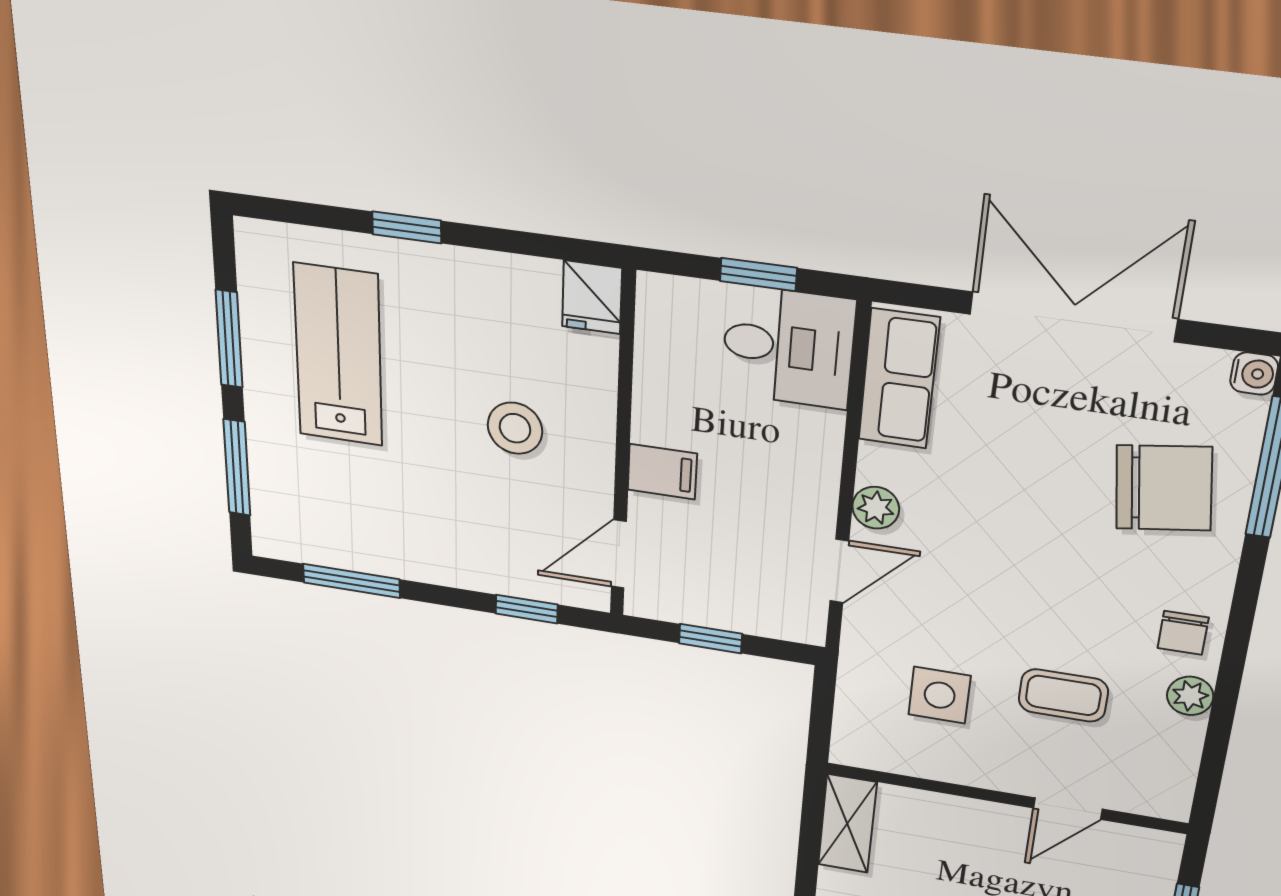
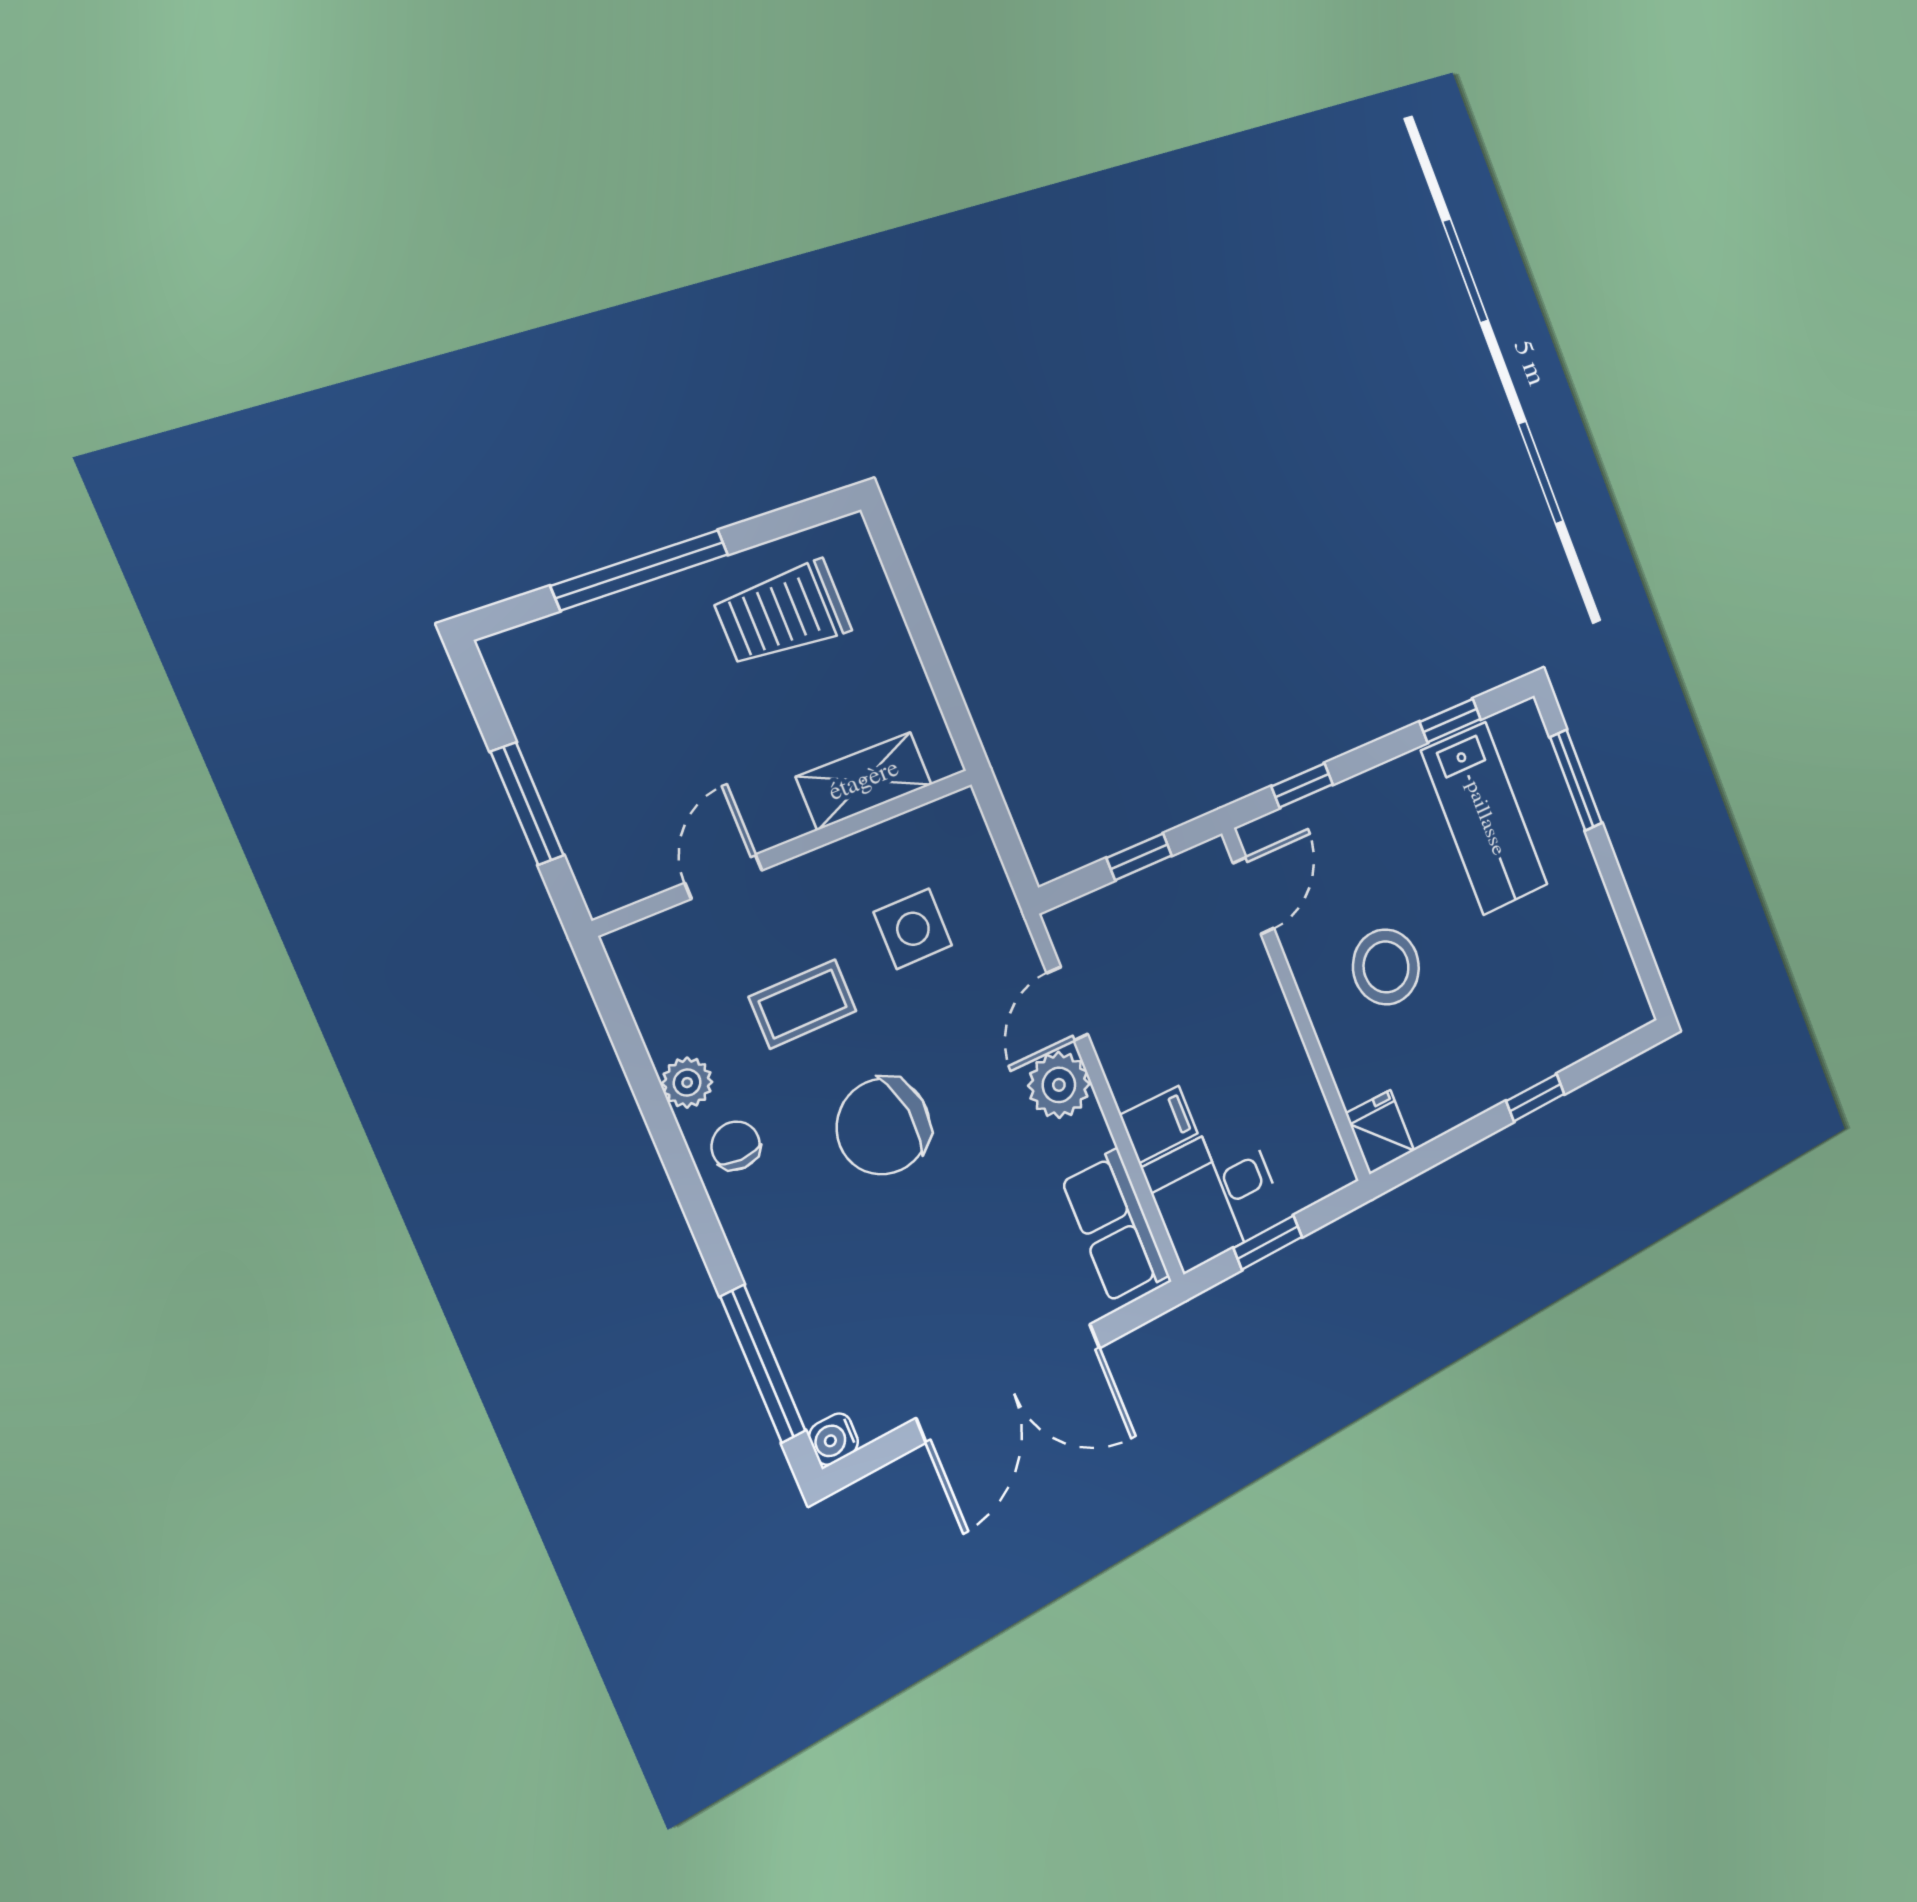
window: (229, 339) -> (1623, 904), removed
lab bench: (338, 355) -> (1485, 818), moved
stool: (515, 428) -> (1386, 967), width x1.38, depth x1.38
filing cabinet: (662, 472) -> (1159, 1124), moved, turned 180
chair: (1164, 488) -> (883, 1126), moved
plant: (876, 508) -> (1059, 1085), width x1.38, depth x1.38
window: (351, 581) -> (1450, 721), width x0.67
shelving: (847, 824) -> (864, 781), moved, turned 90

